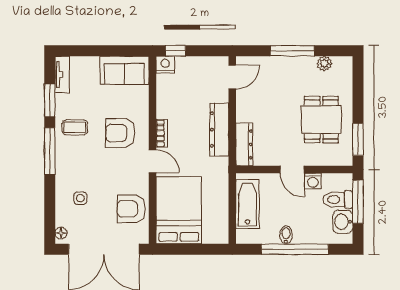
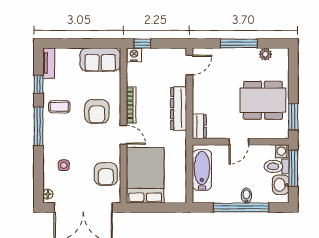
window: (50, 100) -> (39, 84), width x0.67
dining table: (321, 120) -> (263, 100), width x1.38
armchair: (120, 133) -> (97, 111), turned -90
bookcase: (162, 133) -> (131, 105), width x1.56
dresser: (244, 144) -> (199, 126), width x0.70
door: (292, 170) -> (239, 142), hinge flipped
washing machine: (313, 181) -> (282, 151), moved, turned 90
armchair: (131, 209) -> (106, 174), turned -90
bidet: (286, 235) -> (246, 196), moved

